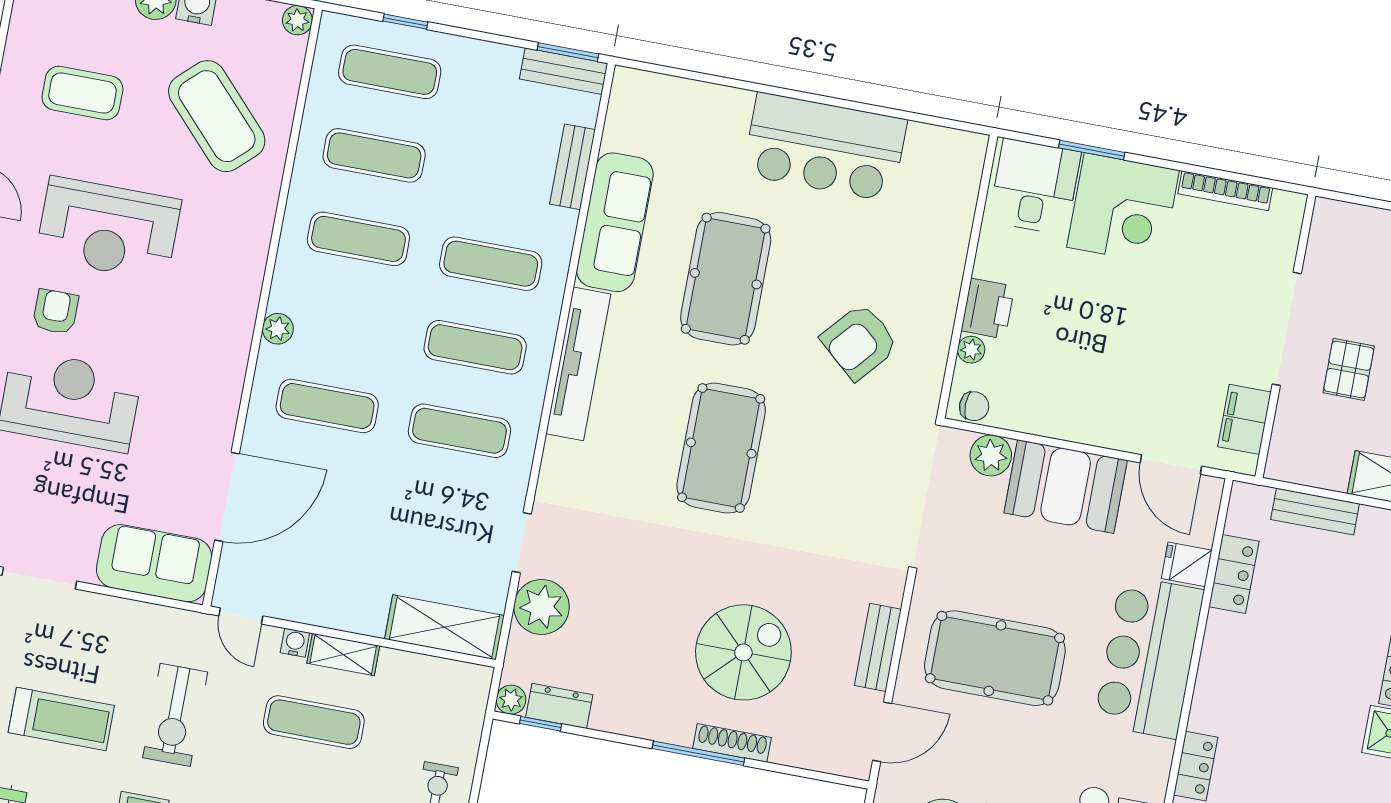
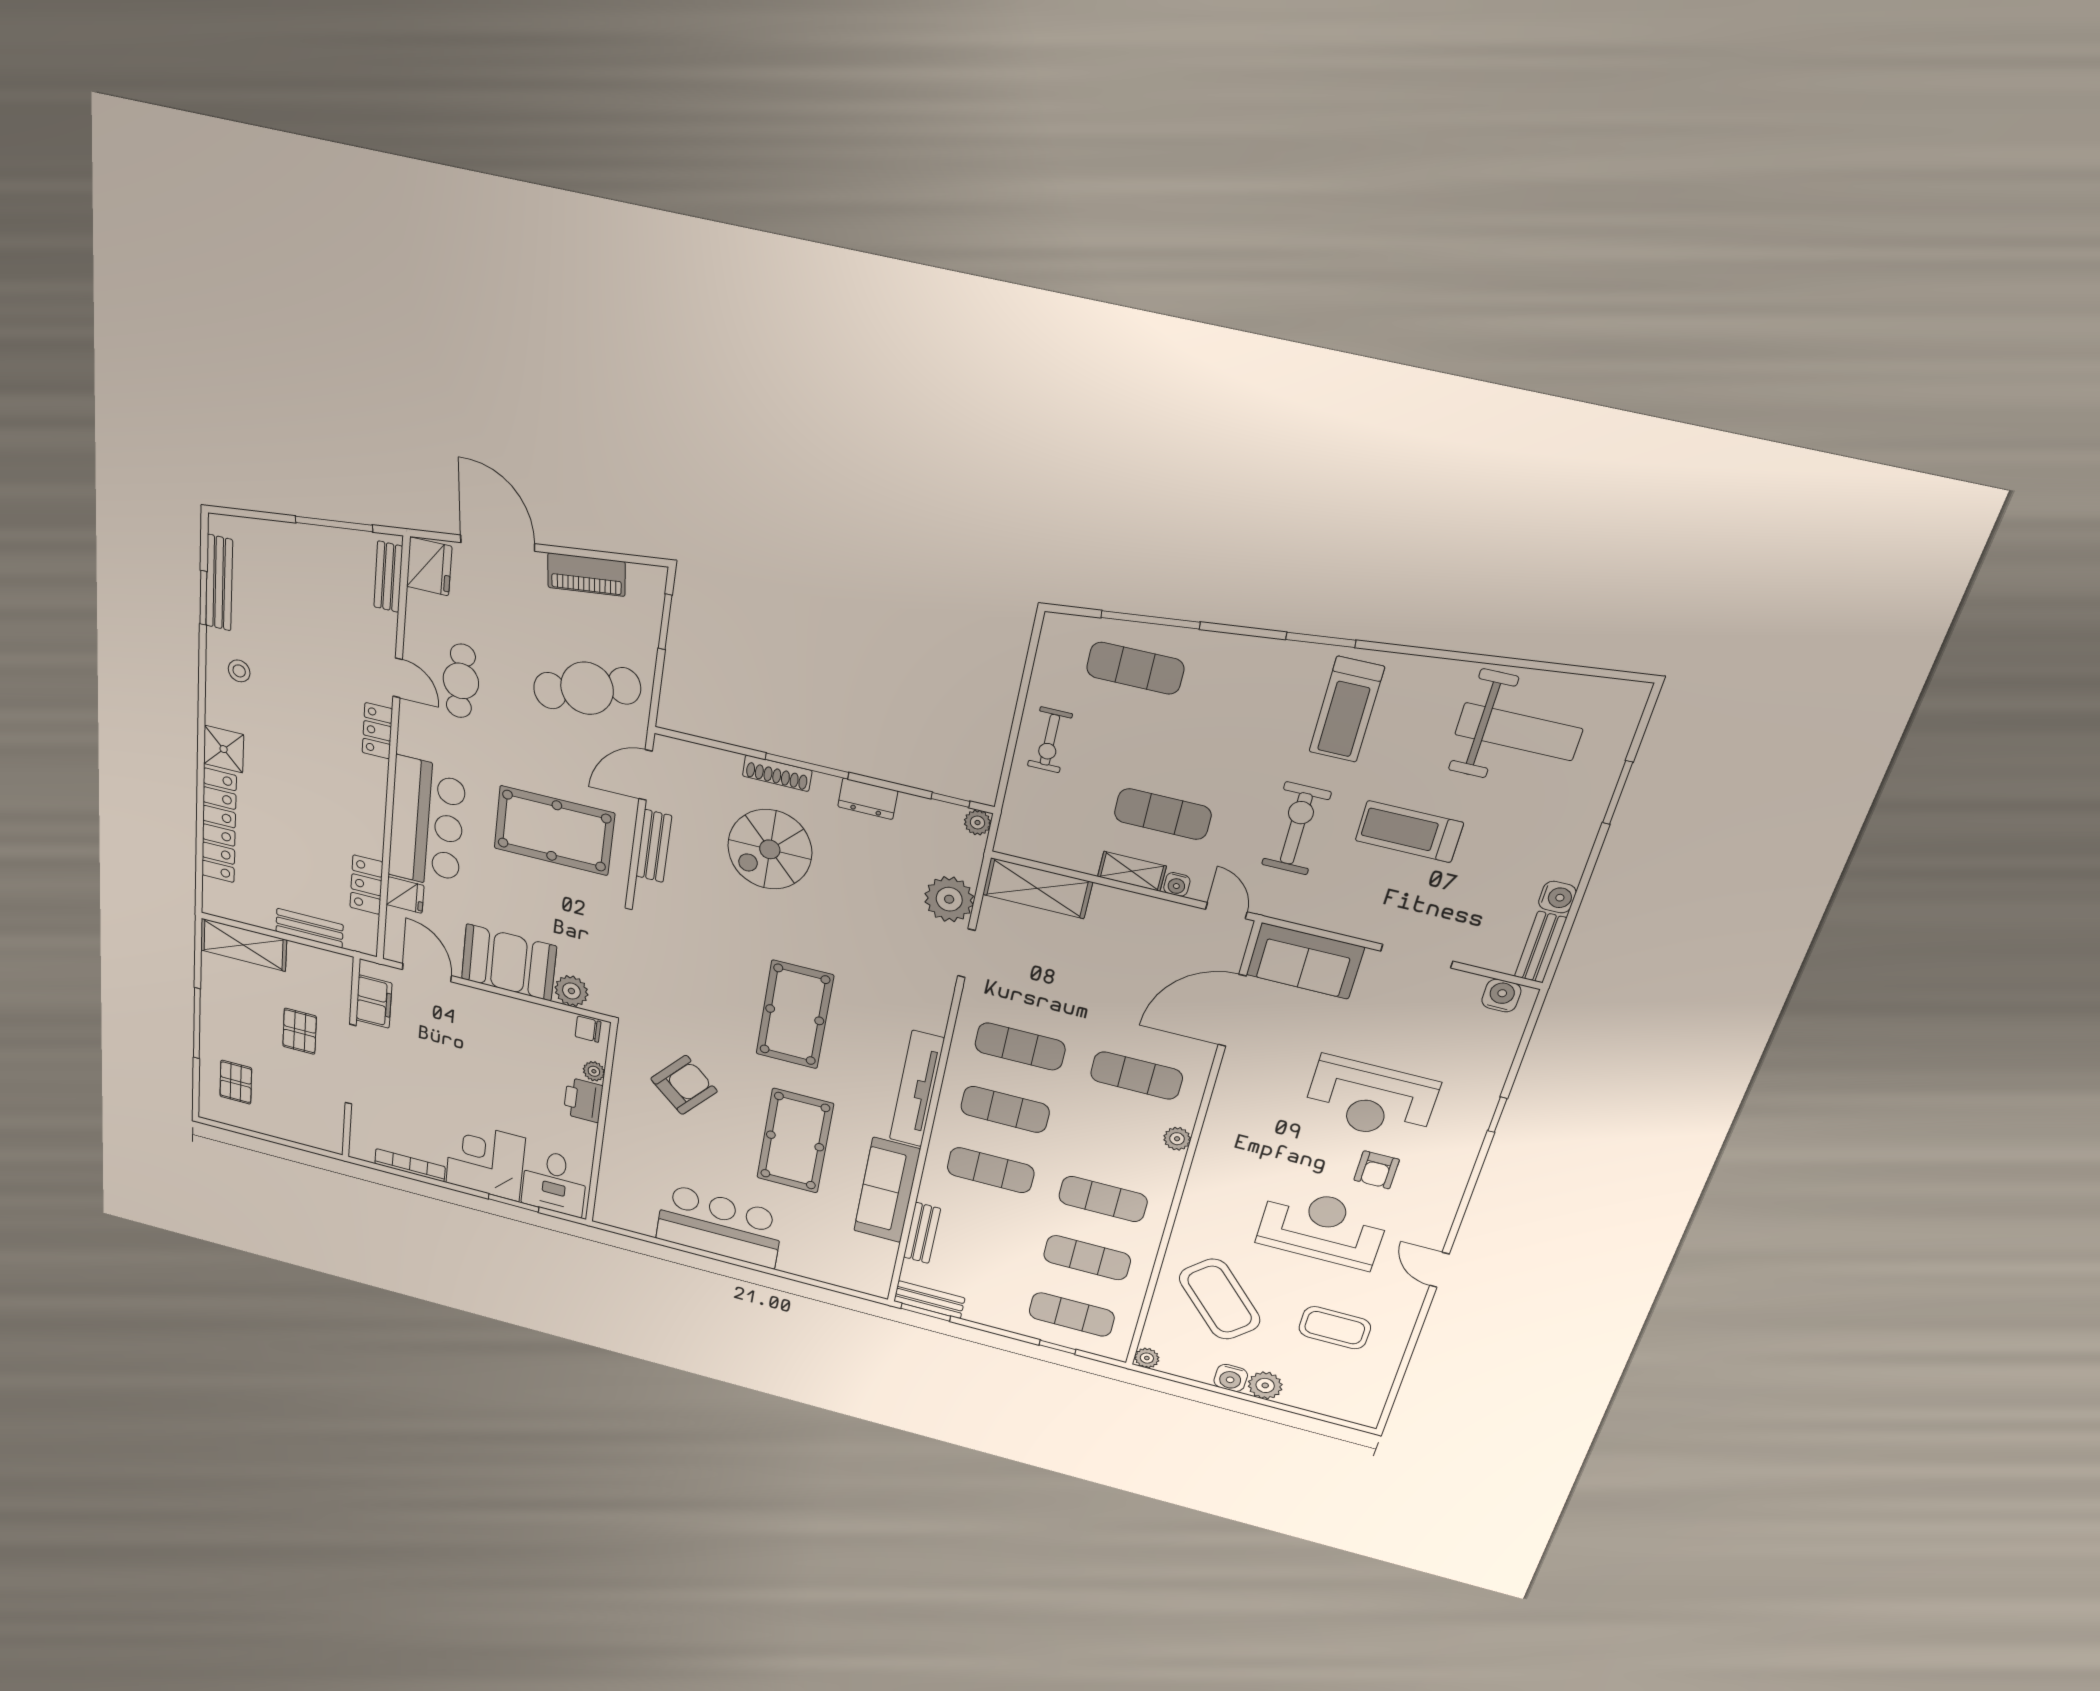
dresser: (559, 706) -> (868, 799), moved

